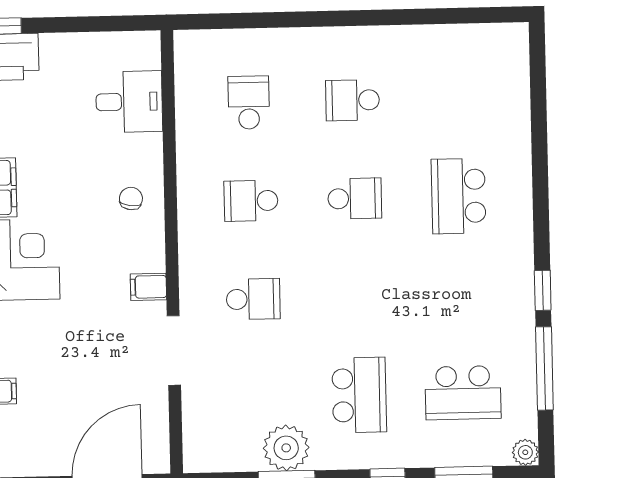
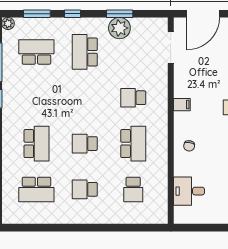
school desk: (456, 98) -> (36, 189), added
school desk: (353, 100) -> (85, 189), turned 180
school desk: (251, 201) -> (133, 144), width x1.85
doorway: (174, 350) -> (171, 47), moved

